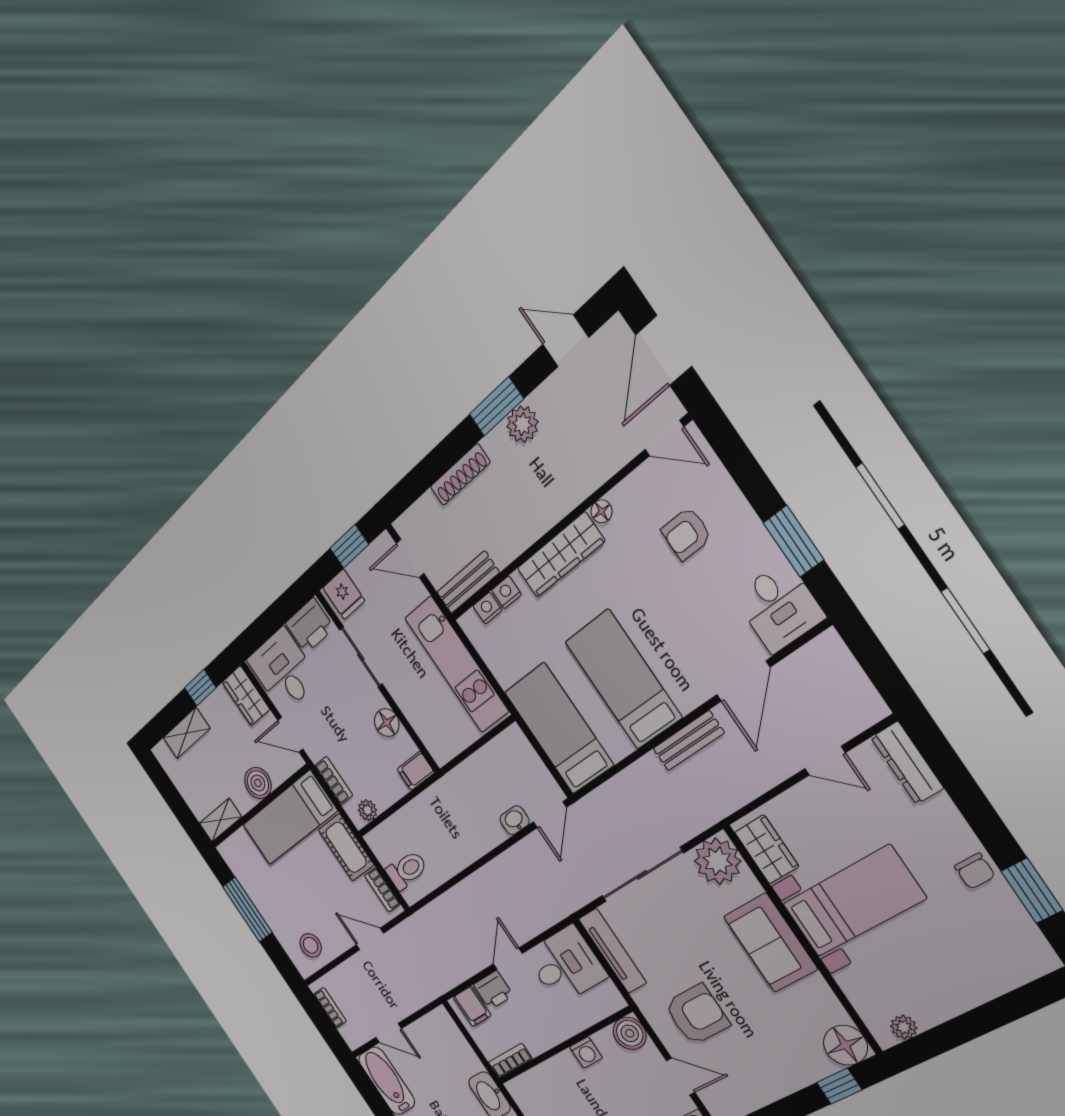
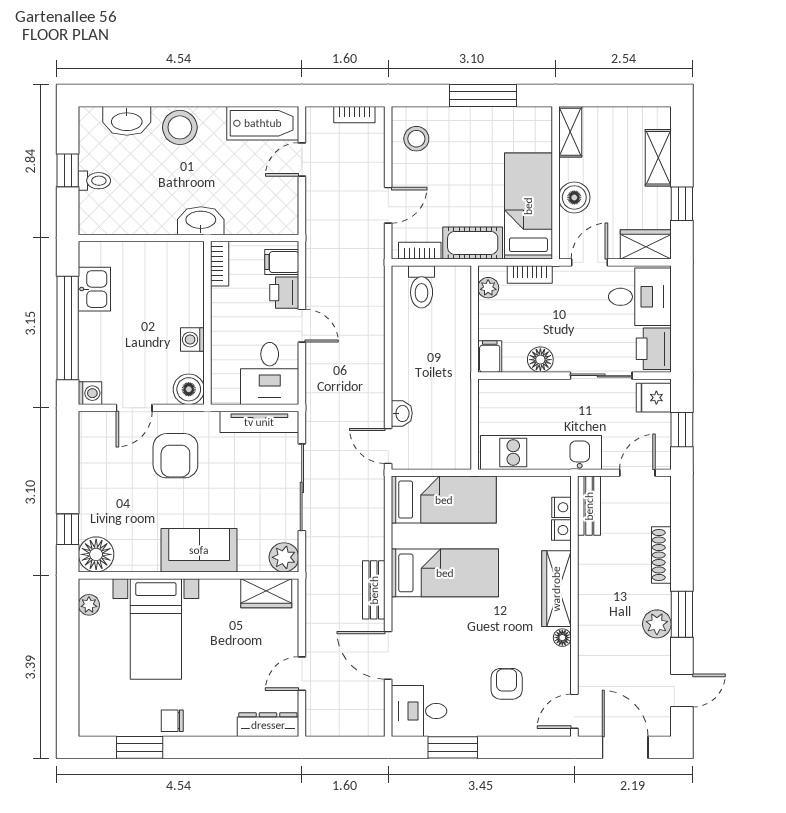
plant: (718, 861) -> (284, 557), width x0.73, depth x0.73
bed with nightstands: (853, 901) -> (156, 629), moved

